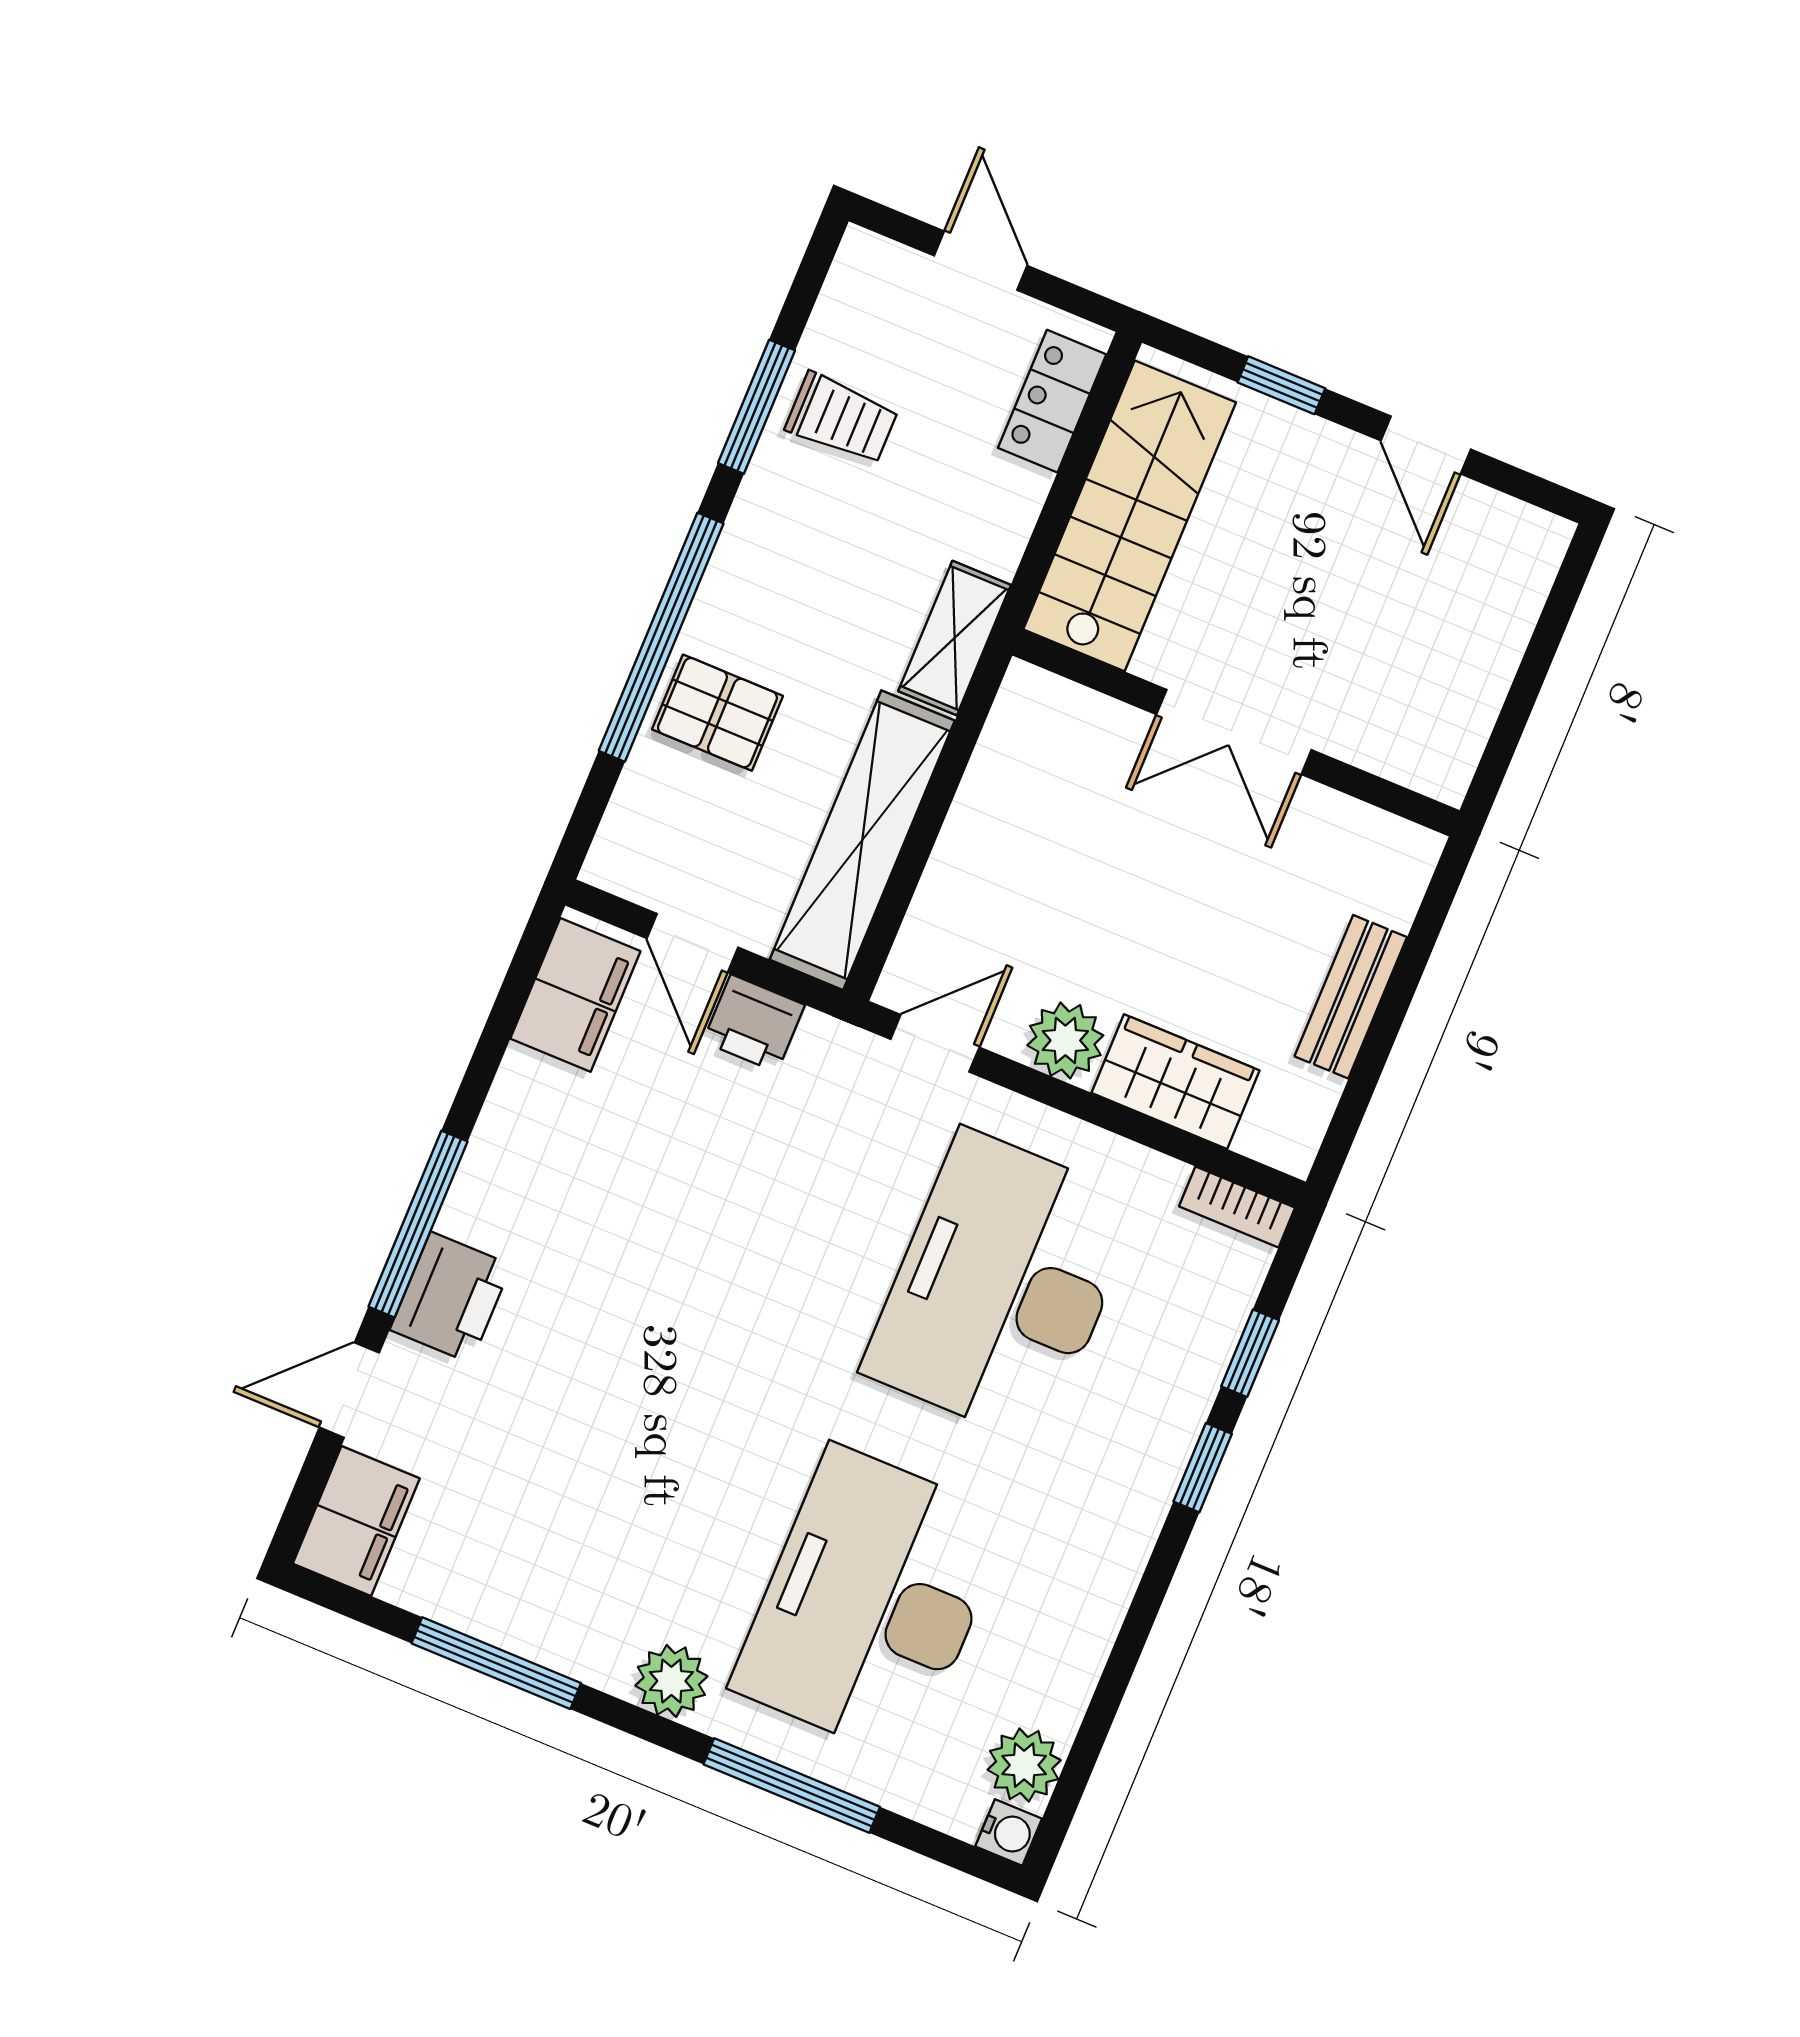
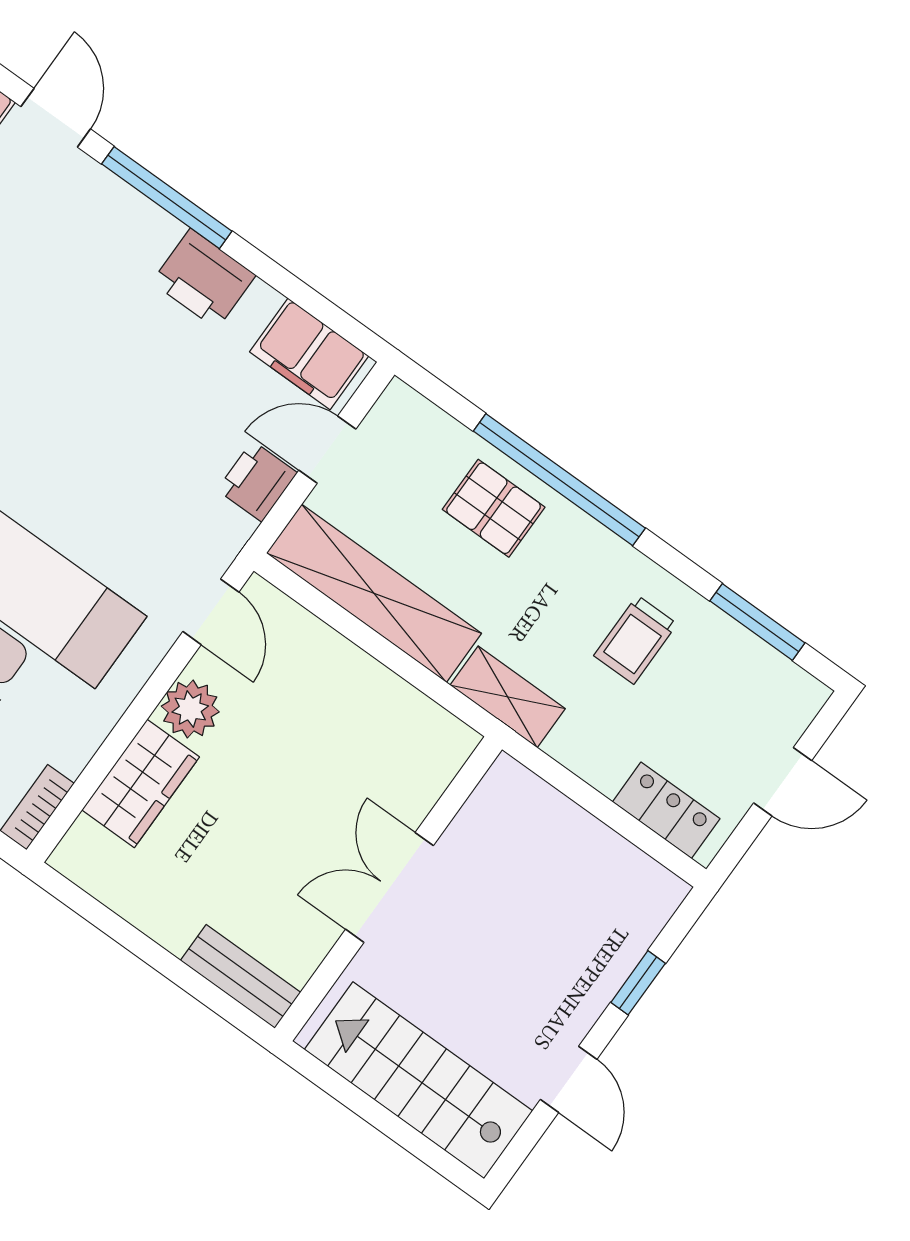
window: (757, 407) -> (757, 622), moved
trolley: (842, 419) -> (635, 640), moved
door: (1426, 445) -> (569, 1079), swing flipped
stairs: (1130, 516) -> (418, 1080), moved, turned 180
pallet: (717, 713) -> (494, 508), turned 90
bench: (1351, 997) -> (240, 976), moved
printer: (451, 1297) -> (204, 279), moved

